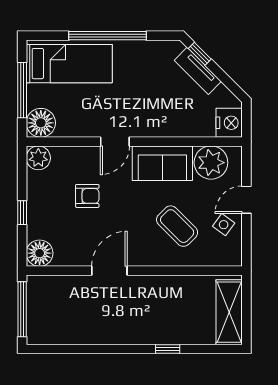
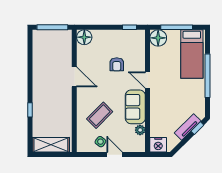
plant: (38, 158) -> (138, 37), removed
plant: (211, 163) -> (140, 130), width x0.53, depth x0.53
window: (22, 213) -> (130, 27), moved

